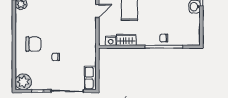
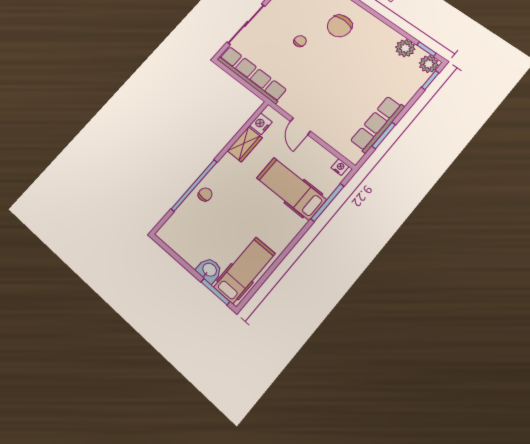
door: (97, 11) -> (300, 126), moved
row of seats: (90, 78) -> (252, 75), width x2.02

